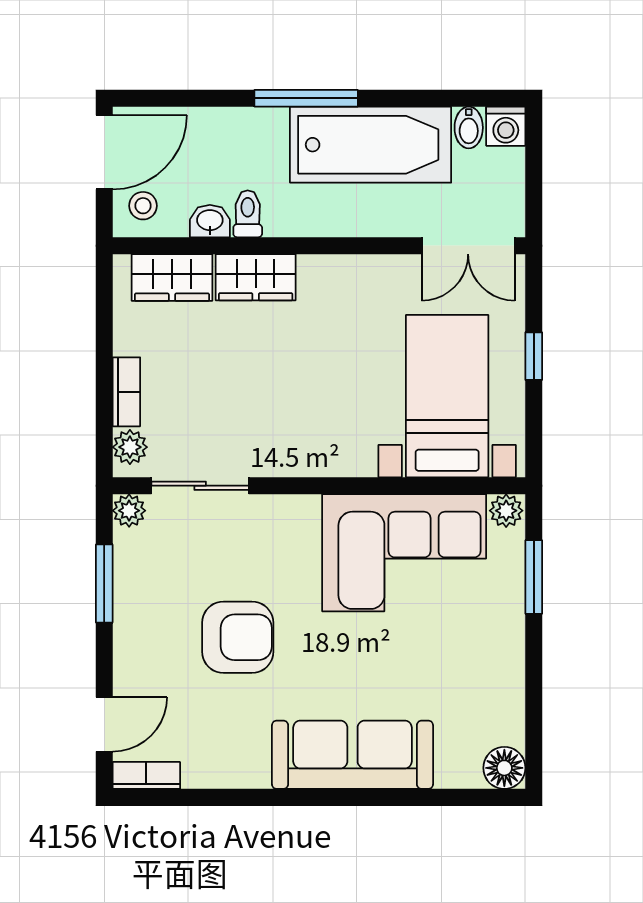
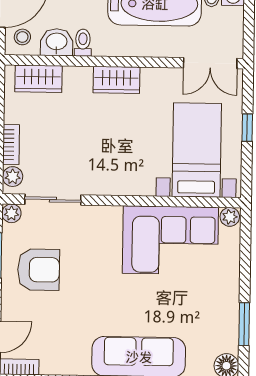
washbasin: (210, 221) -> (57, 42), width x1.38, depth x1.45
wardrobe: (256, 277) -> (116, 80), moved
window: (534, 577) -> (244, 324), moved
armchair: (238, 637) -> (39, 270), moved

